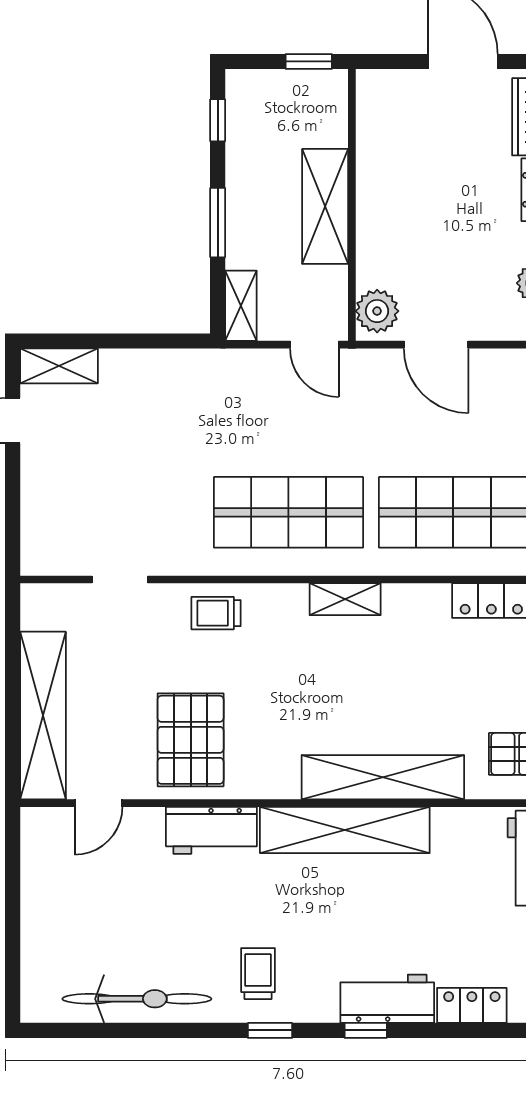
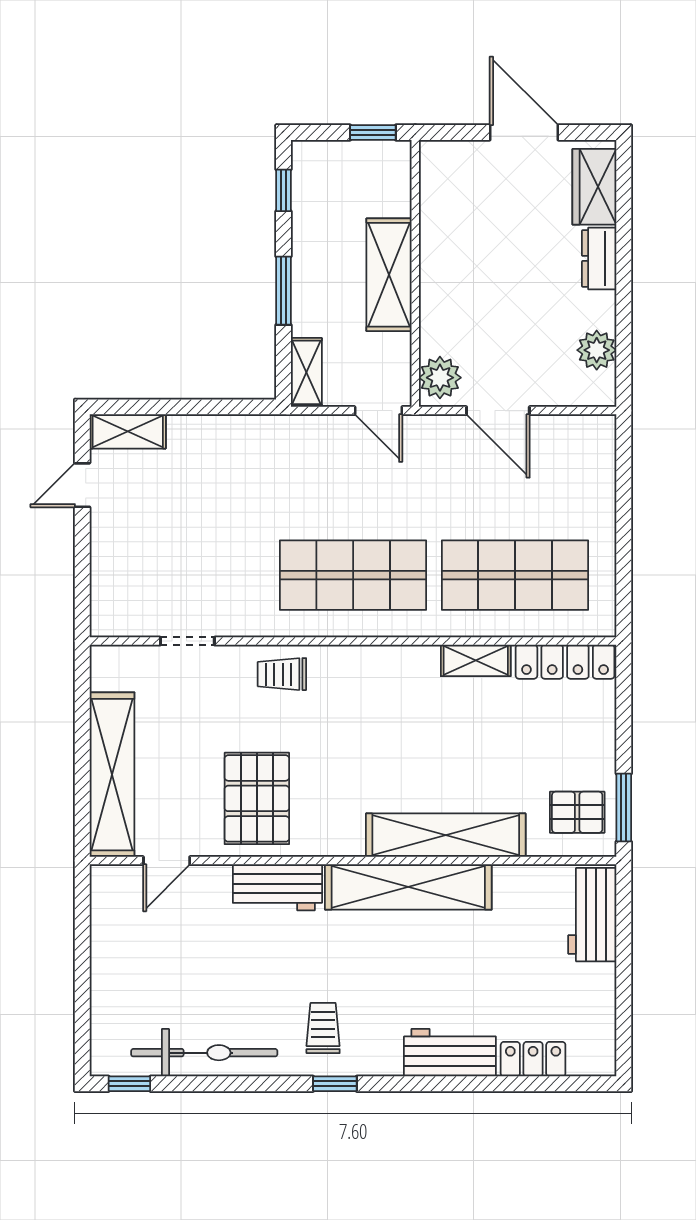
shelving: (345, 599) -> (476, 660), moved
window: (366, 1030) -> (129, 1084), moved

